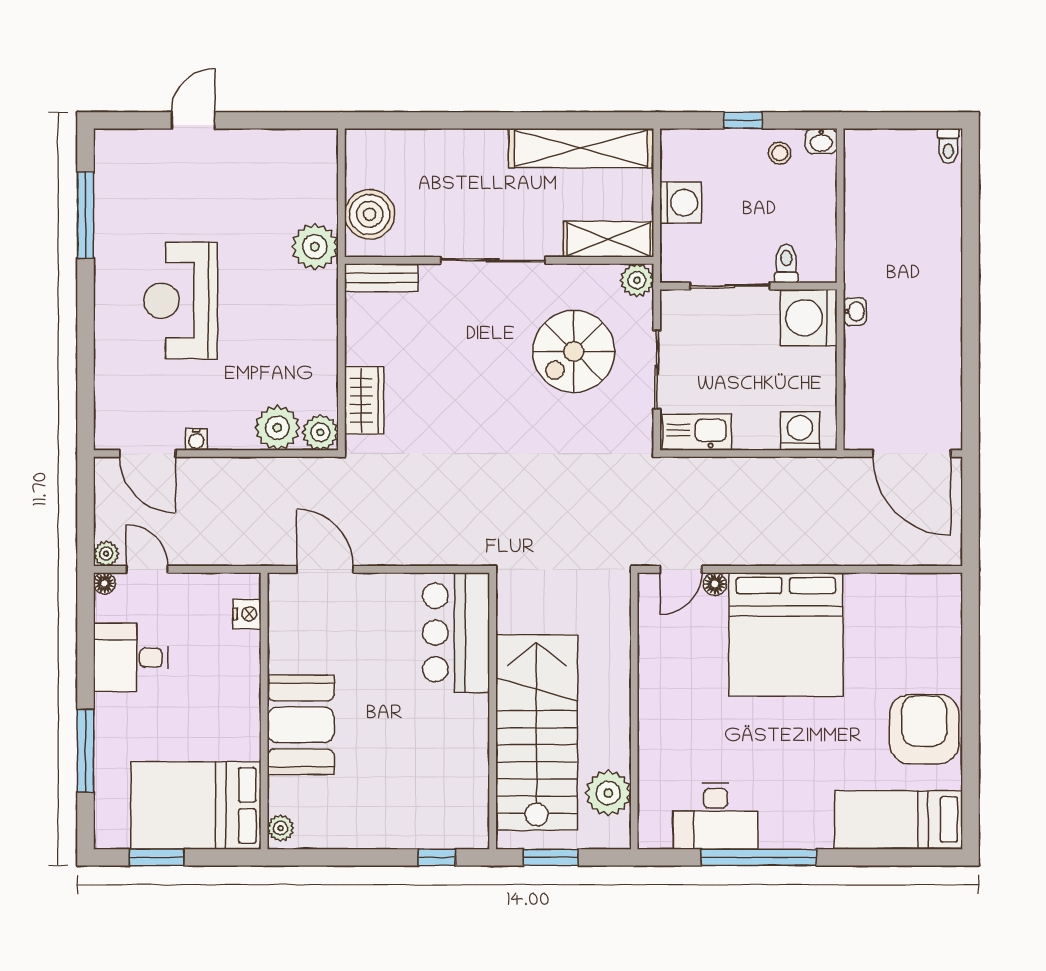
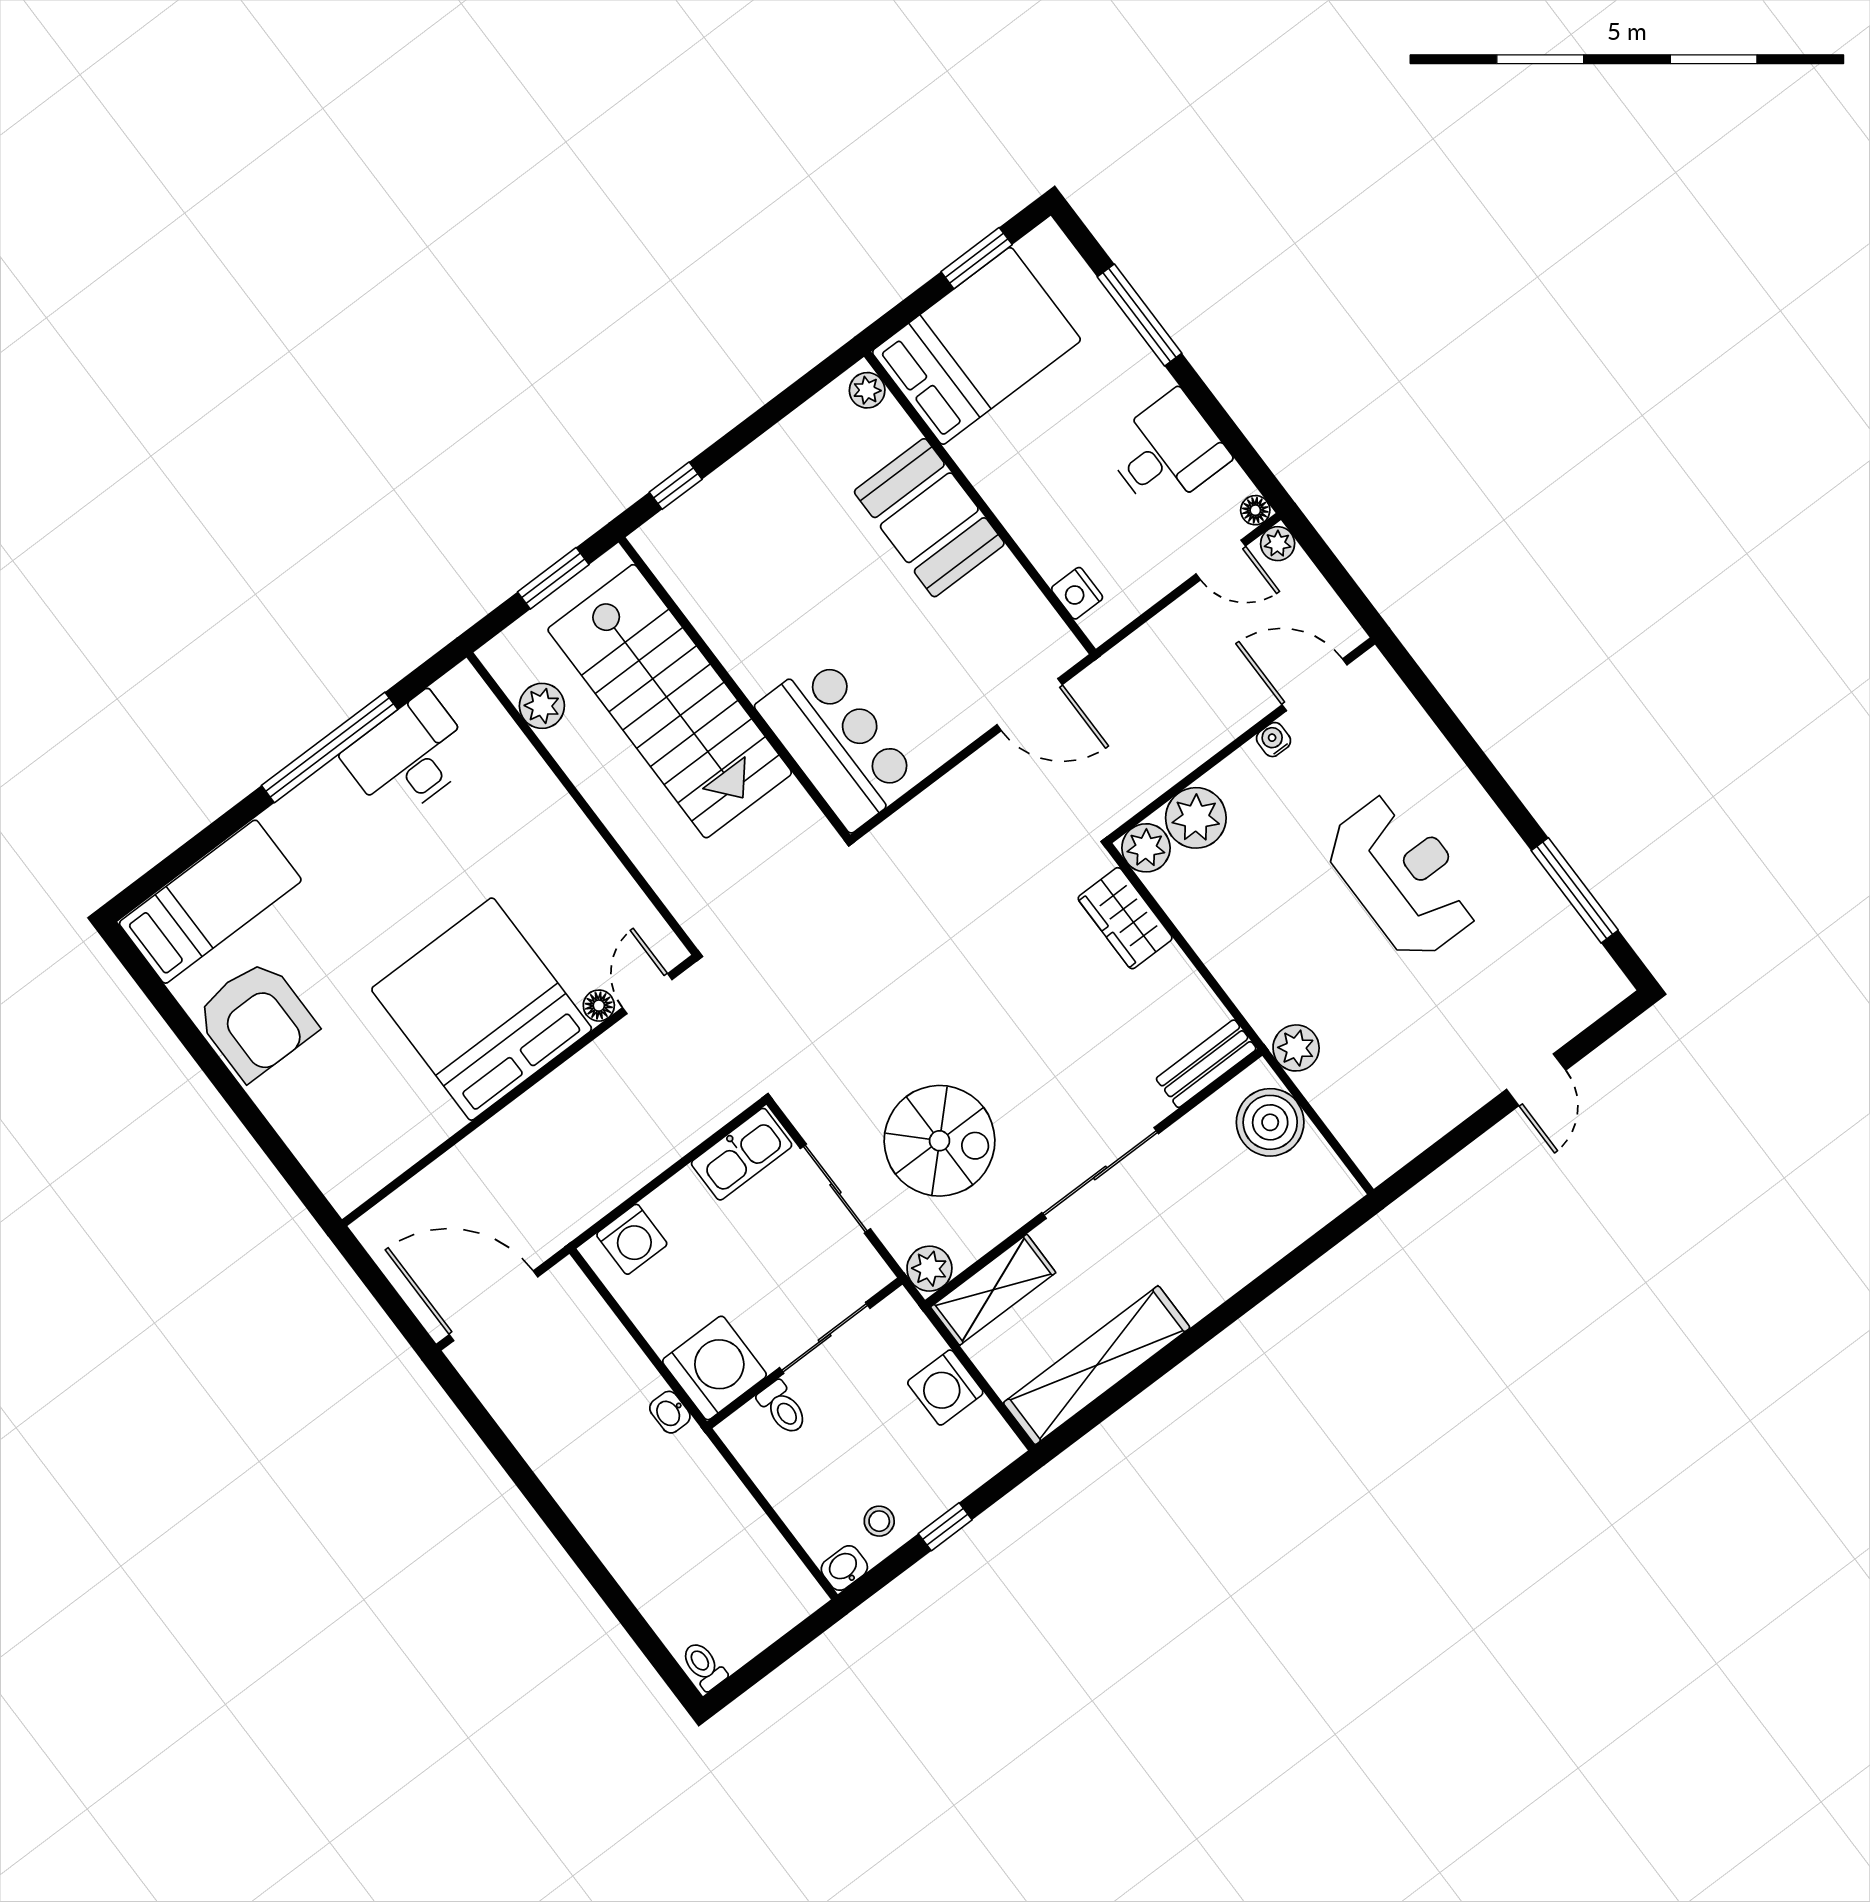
plant: (315, 247) -> (1296, 1048), width x0.73, depth x0.73
spiral stairs: (574, 351) -> (940, 1141), turned 90
plant: (608, 793) -> (542, 706), width x0.73, depth x0.73

